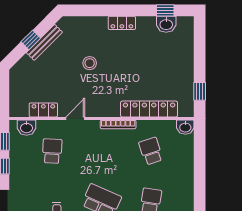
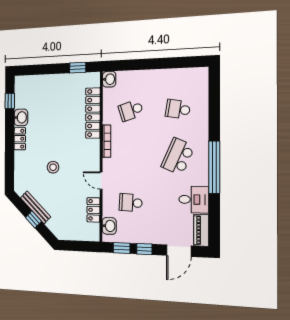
washbasin: (166, 24) -> (21, 117), moved

